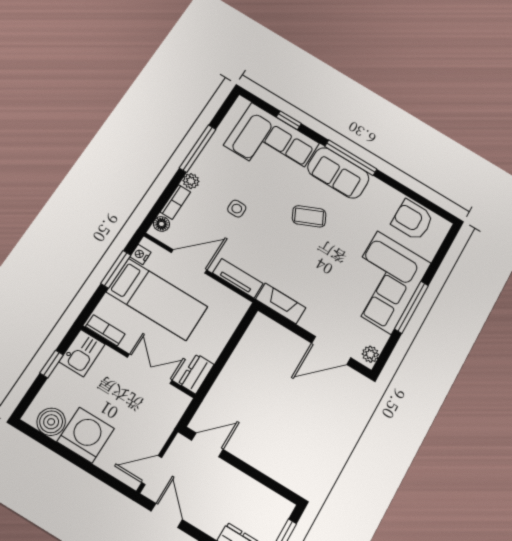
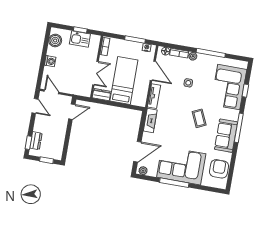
sofa: (338, 173) -> (226, 136), moved
bed: (157, 299) -> (124, 80), moved, turned 180
door: (331, 350) -> (137, 152), swing flipped
kitchen sink: (82, 353) -> (80, 39), moved
washing machine: (86, 435) -> (50, 61), width x0.53, depth x0.53
door: (207, 445) -> (72, 112), hinge flipped
door: (167, 515) -> (35, 106), hinge flipped

